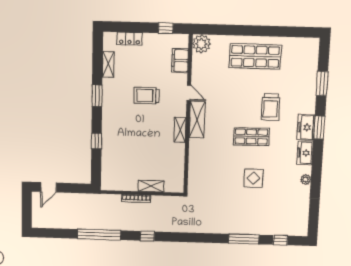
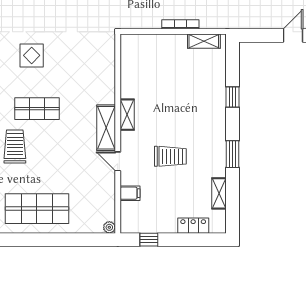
plant: (201, 44) -> (109, 227), width x0.53, depth x0.53
filing cabinet: (180, 61) -> (130, 193), width x0.50
shelving: (151, 186) -> (204, 41), moved

